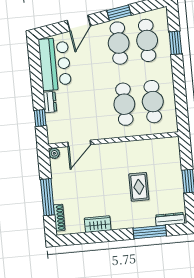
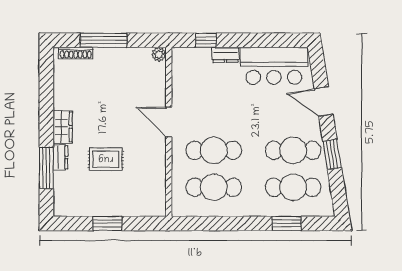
door: (79, 143) -> (169, 122), moved
dresser: (170, 219) -> (60, 157), moved, width x0.70
wardrobe: (98, 224) -> (63, 127), moved

